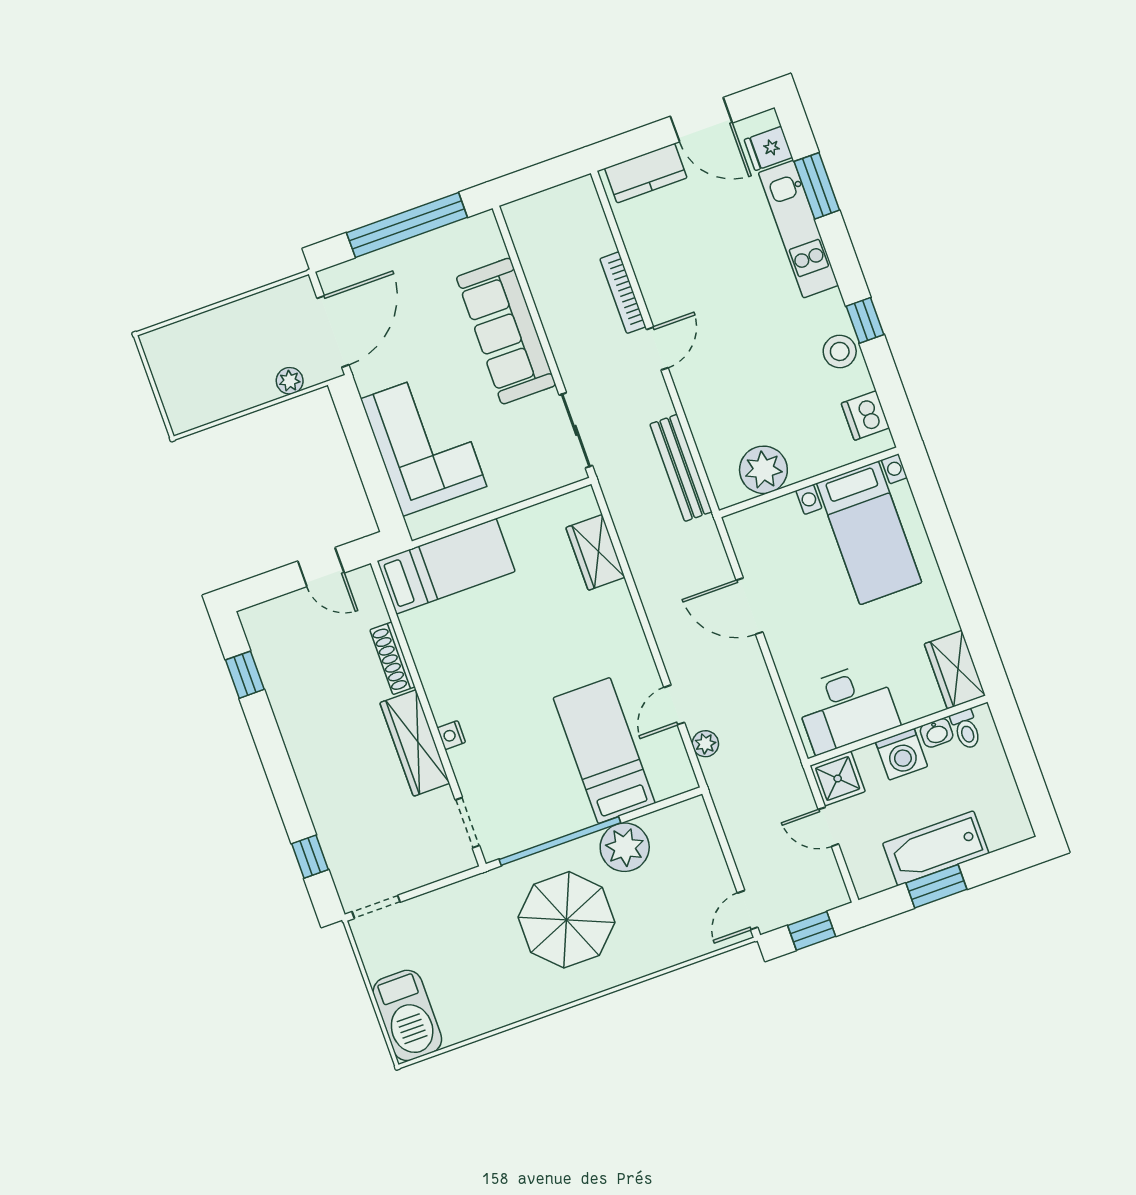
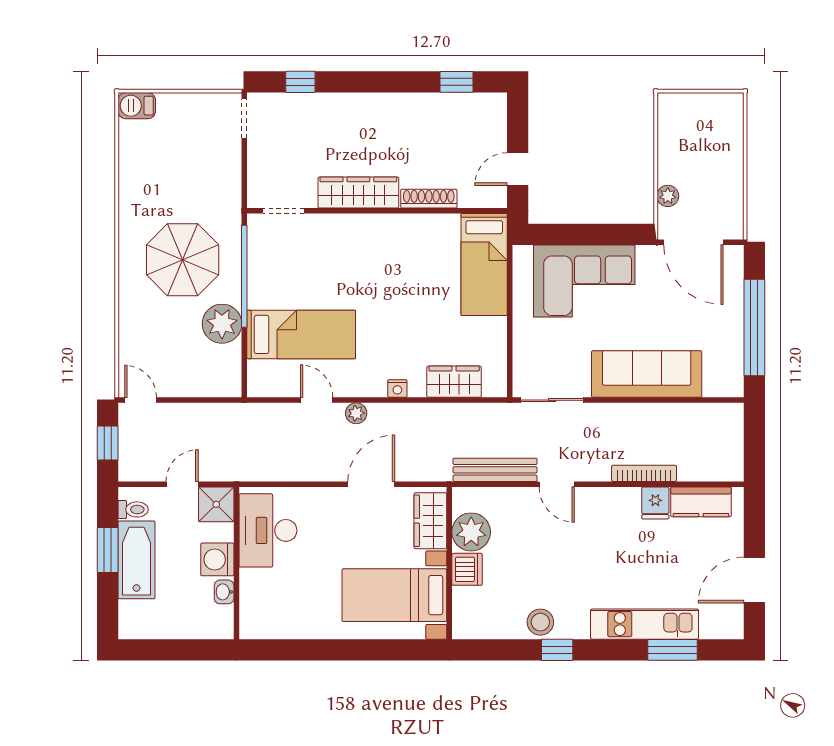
fridge: (768, 148) -> (655, 503), moved, turned 180
kitchen counter: (646, 173) -> (701, 502), moved, turned -90
door: (657, 349) -> (557, 484), moved
dishwasher: (865, 416) -> (467, 569), moved, turned 90
wardrobe: (955, 670) -> (430, 521), moved, turned -90
toilet: (966, 729) -> (133, 509), moved, turned 180
nightstand: (451, 735) -> (397, 388), moved, turned 180
plant: (705, 744) -> (356, 413), moved
barbecue: (407, 1015) -> (137, 106), width x0.53, depth x0.65

